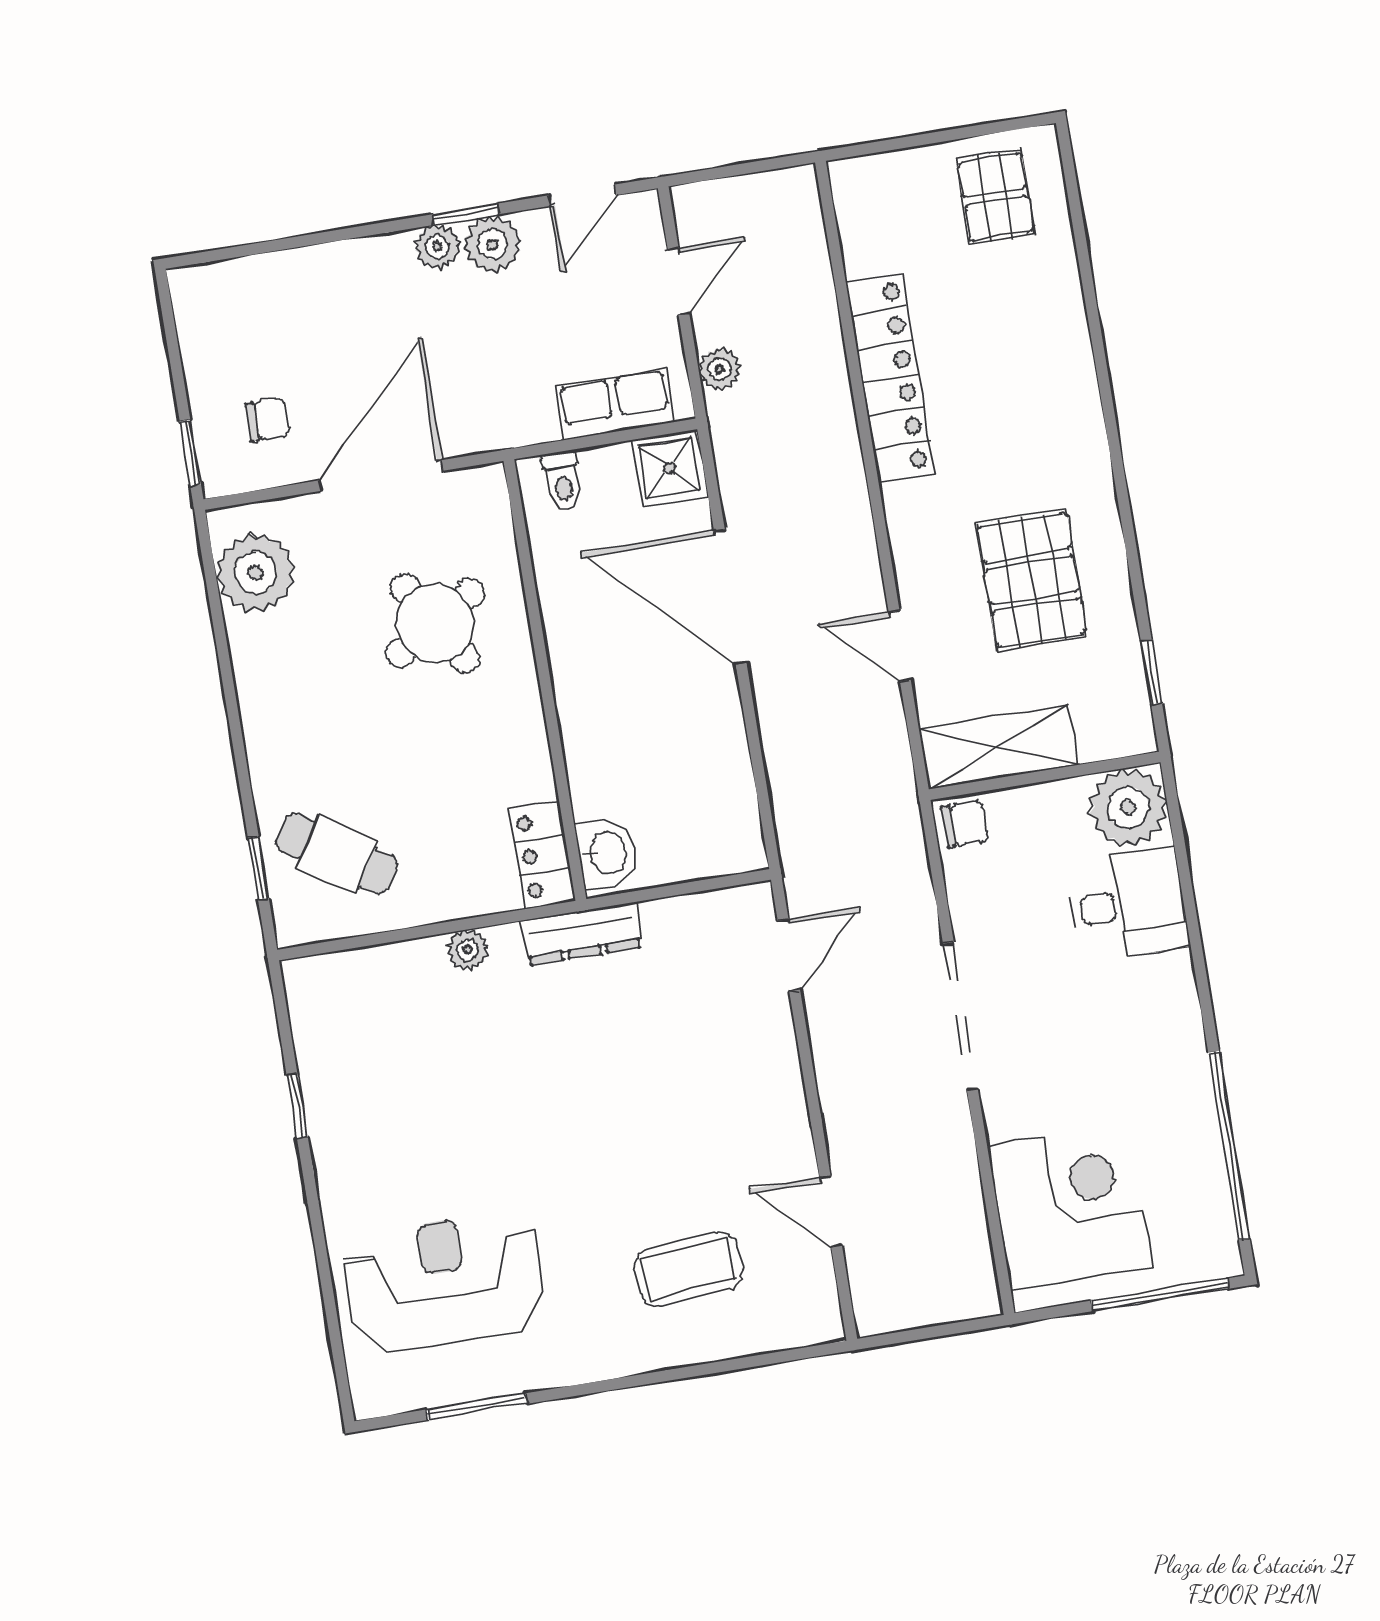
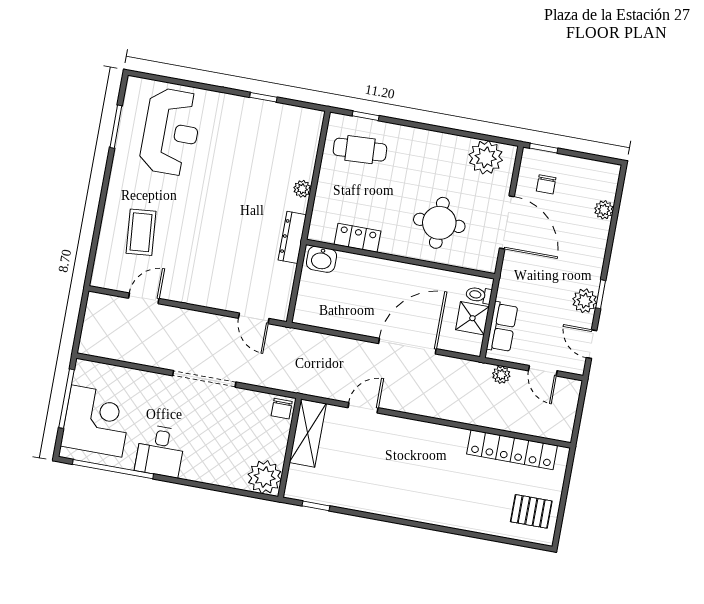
plant: (437, 247) -> (604, 210), moved
locker: (890, 378) -> (512, 450), moved
shower: (670, 468) -> (472, 318), moved
pallet: (1032, 580) -> (371, 471), removed
round table: (435, 623) -> (439, 223), turned 31
cafe table: (337, 854) -> (360, 150), turned 54
locker: (542, 855) -> (358, 238), moved
desk: (1128, 904) -> (160, 451), moved
corner desk: (1070, 1207) -> (96, 421), moved, turned -90
window: (1160, 1295) -> (66, 399), moved

